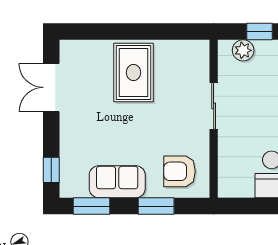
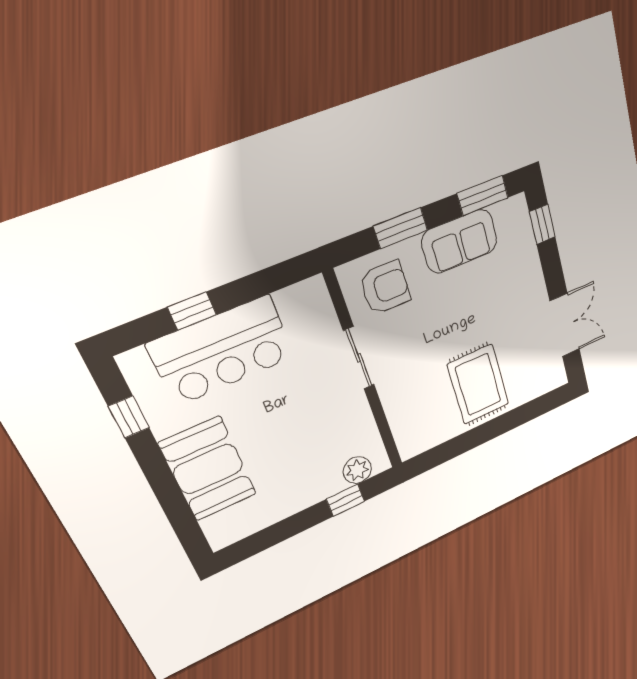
sliding door: (214, 106) -> (359, 358), moved

